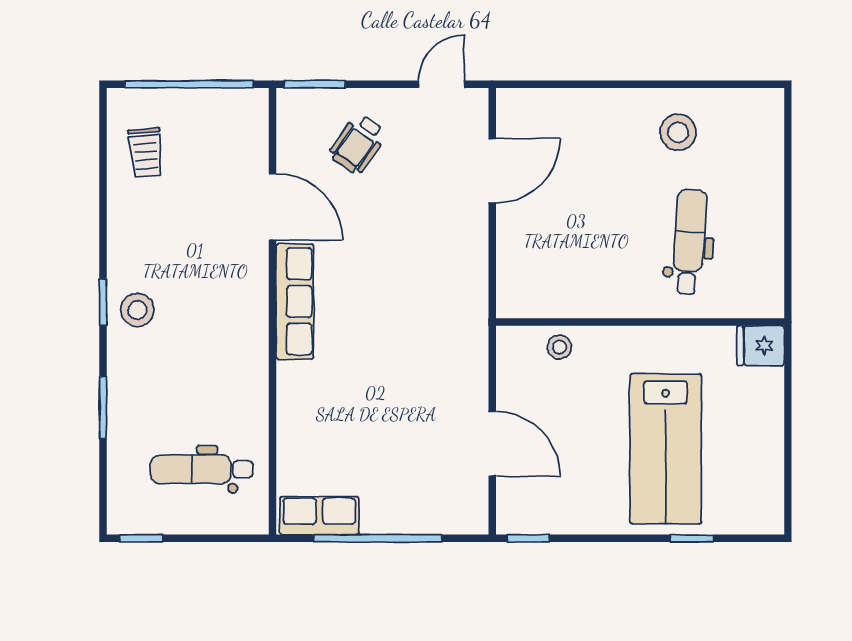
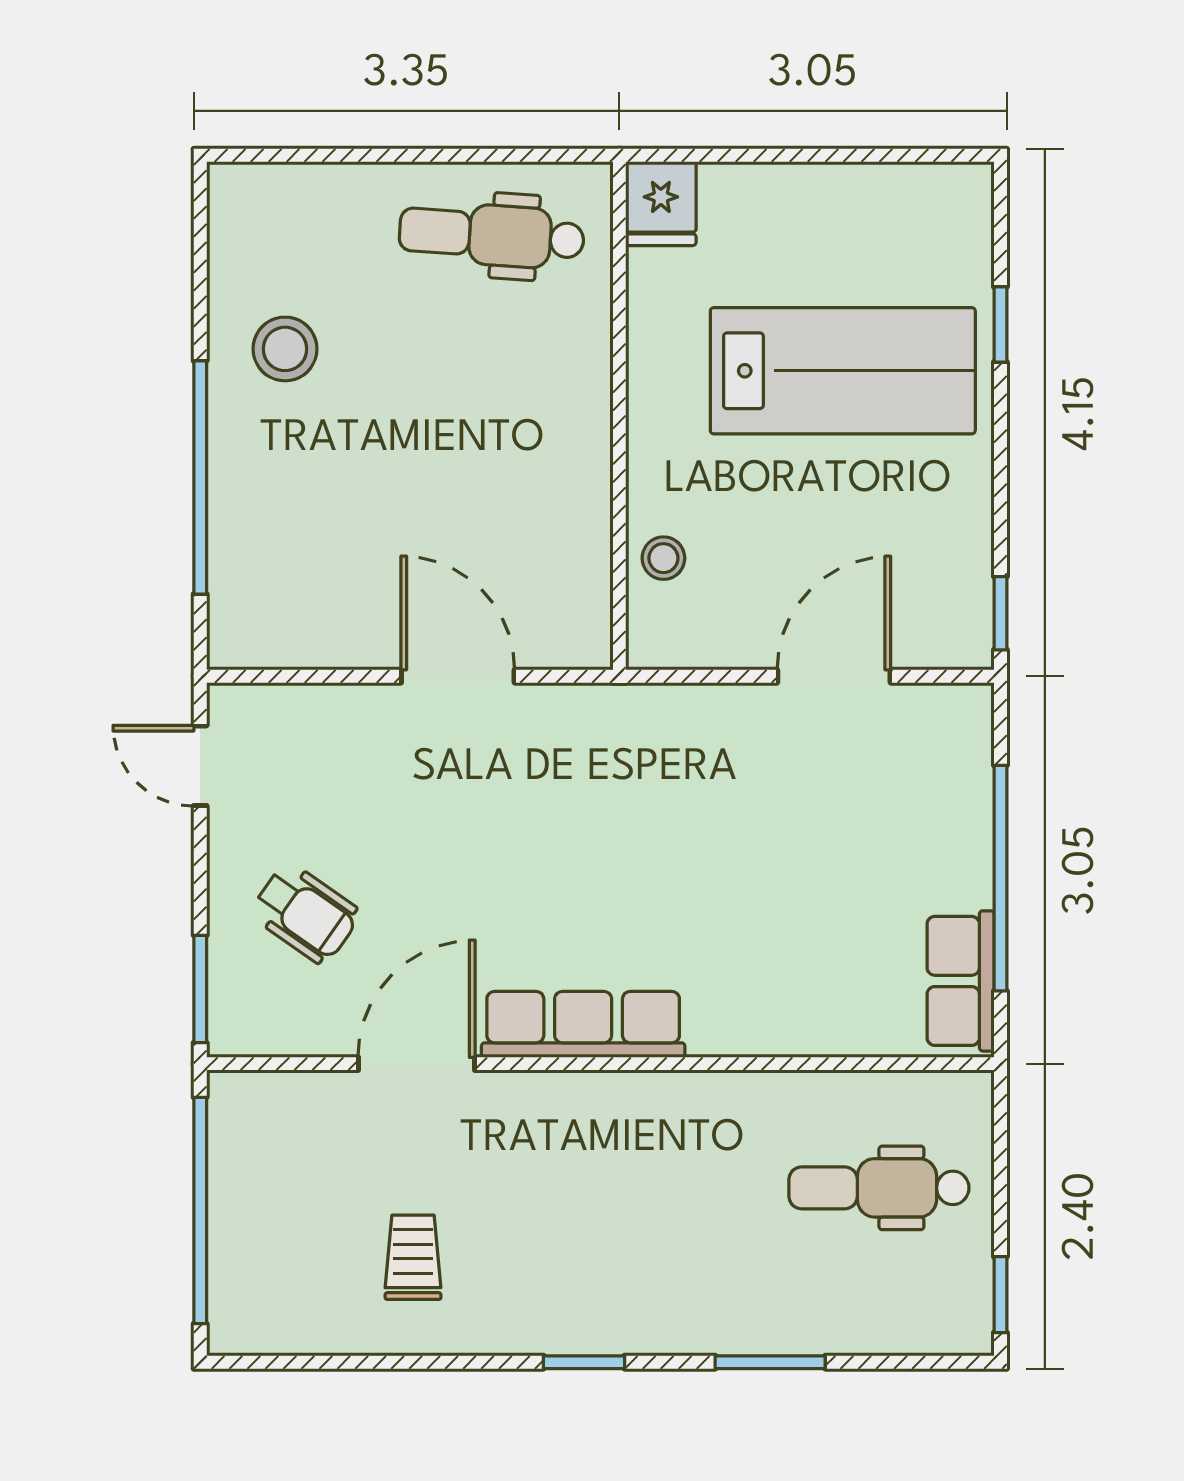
window: (605, 84) -> (200, 477), added
trolley: (146, 153) -> (413, 1257), moved, turned -85
door: (492, 171) -> (458, 676), moved
dental chair: (689, 242) -> (492, 235), moved
stool: (137, 310) -> (598, 1302), removed
dental chair: (202, 469) -> (879, 1188), turned 90

